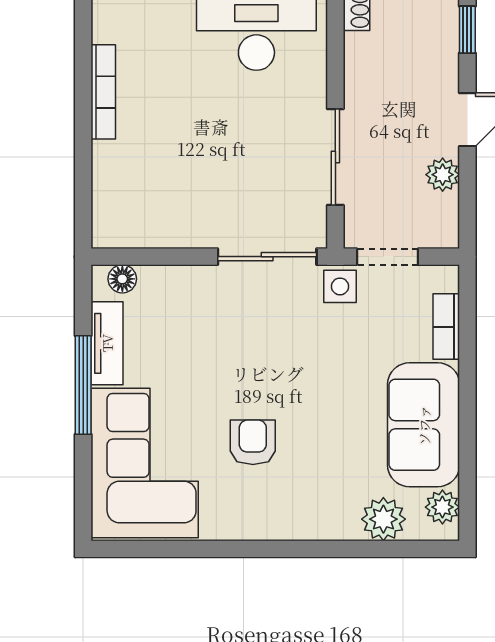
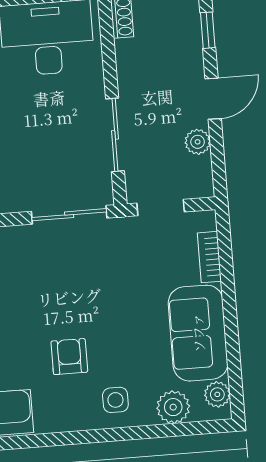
side table: (340, 286) -> (115, 400), moved

